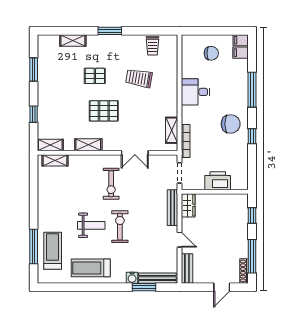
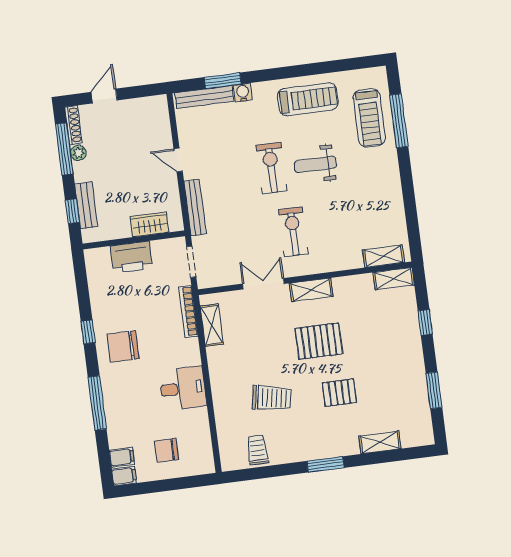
shelving: (88, 145) -> (311, 290), moved
wardrobe: (188, 205) -> (149, 224), moved, turned 90
exercise bike: (120, 227) -> (271, 168), turned 180
plant: (243, 253) -> (78, 153), added
bench: (187, 268) -> (86, 205), moved

